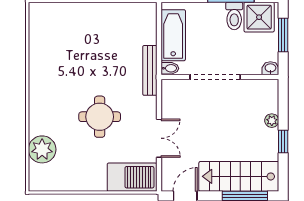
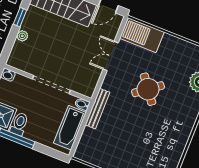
round table: (100, 117) -> (148, 89), turned -37

